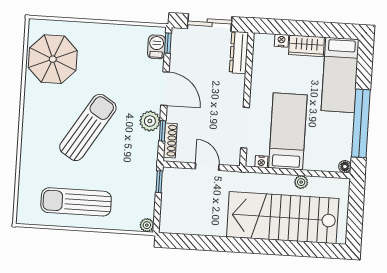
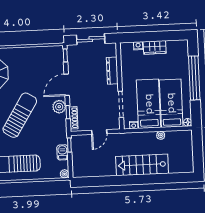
barbecue: (156, 47) -> (62, 152), moved
dresser: (239, 53) -> (112, 71), moved
bed: (340, 75) -> (171, 103), moved, turned 180
door: (165, 89) -> (67, 85), swing flipped
window: (361, 123) -> (194, 78), moved
door: (207, 167) -> (99, 132), swing flipped
stairs: (283, 218) -> (142, 165), width x0.73, depth x0.66

